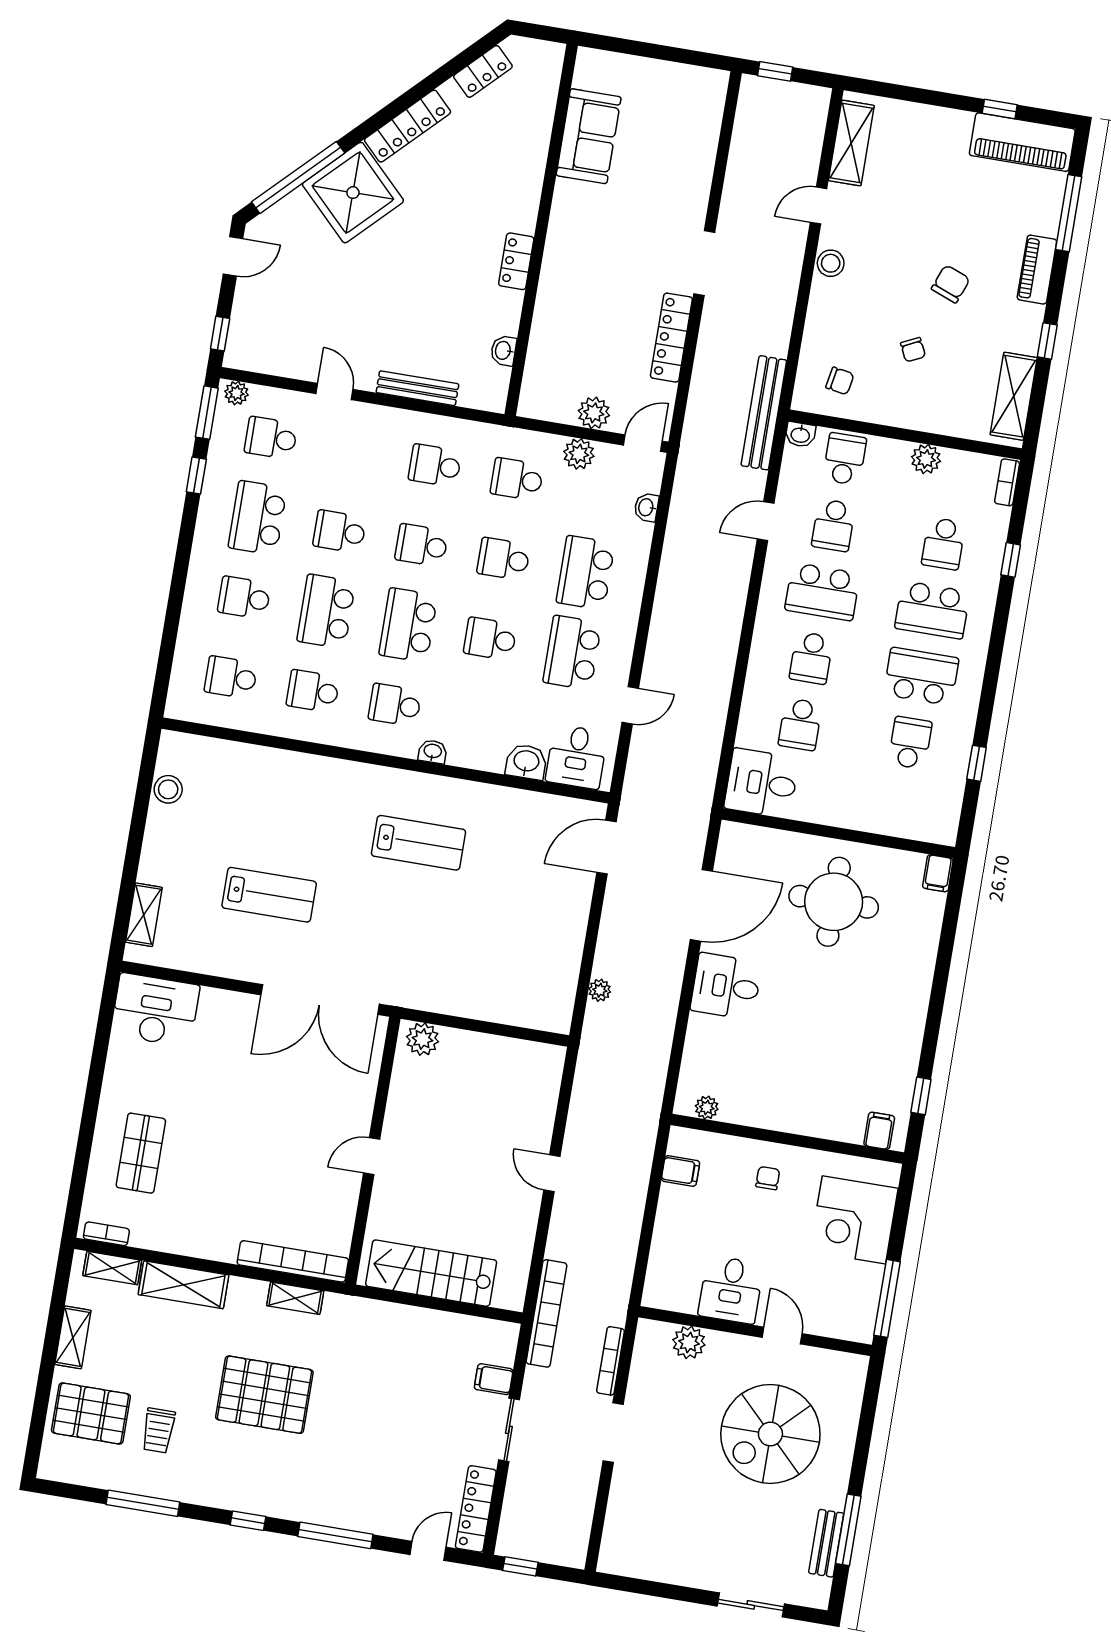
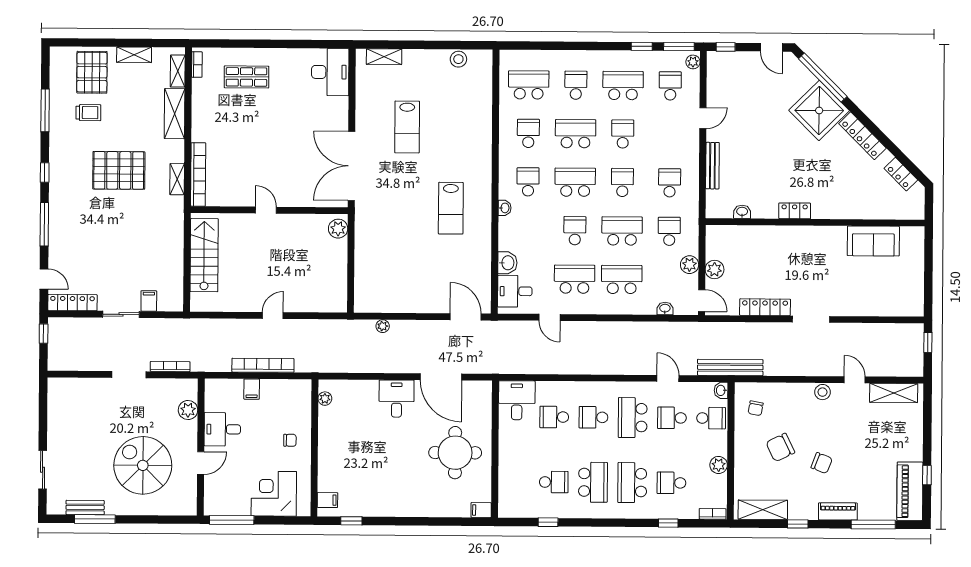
chair: (913, 350) -> (780, 447), width x1.87, depth x1.87
school desk: (504, 559) -> (622, 231), width x1.85
school desk: (231, 677) -> (529, 85), width x1.85
filing cabinet: (681, 1171) -> (252, 389), moved
bookcase: (546, 1313) -> (263, 365), moved, turned 180
pallet: (264, 1395) -> (119, 170), turned 90
trolley: (158, 1430) -> (88, 113), turned 180

